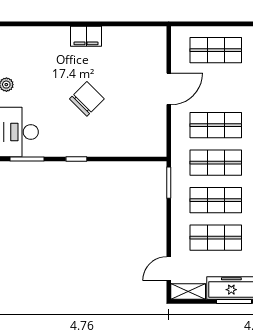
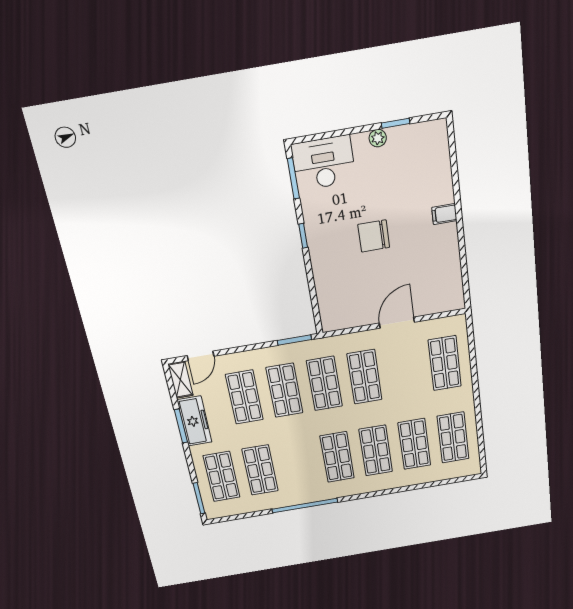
filing cabinet: (86, 36) -> (444, 214), width x0.50
door: (169, 89) -> (397, 323), swing flipped
chair: (87, 99) -> (374, 236), turned 135
door: (169, 269) -> (200, 356), swing flipped

